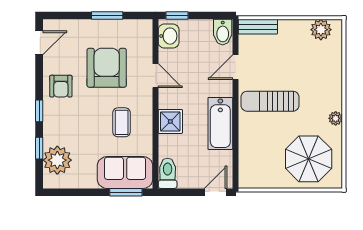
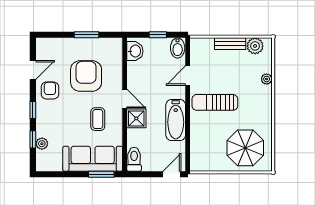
window: (177, 15) -> (158, 35), moved
bench: (258, 27) -> (230, 44), moved
door: (39, 43) -> (33, 70), moved
door: (156, 76) -> (125, 99), moved
armchair: (61, 86) -> (50, 91), turned 180
plant: (336, 118) -> (267, 79), moved
plant: (57, 160) -> (42, 144), width x0.53, depth x0.53
sofa: (125, 173) -> (93, 159), width x1.36

